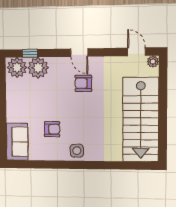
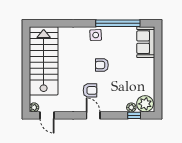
plant: (38, 68) -> (131, 107), width x0.53, depth x0.53
armchair: (52, 129) -> (102, 65), moved
window: (50, 165) -> (118, 23), added

